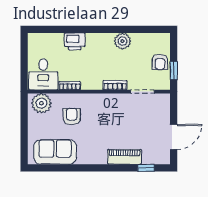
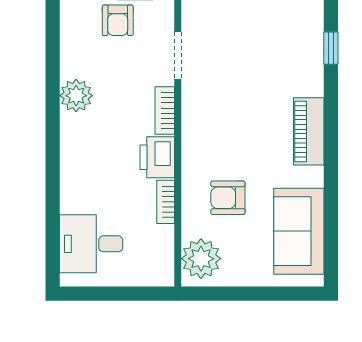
printer: (75, 41) -> (157, 157), moved, turned 180
armchair: (160, 62) -> (118, 20), turned 90
desk: (43, 74) -> (91, 244), moved, turned 180
piano: (124, 157) -> (309, 131), moved

